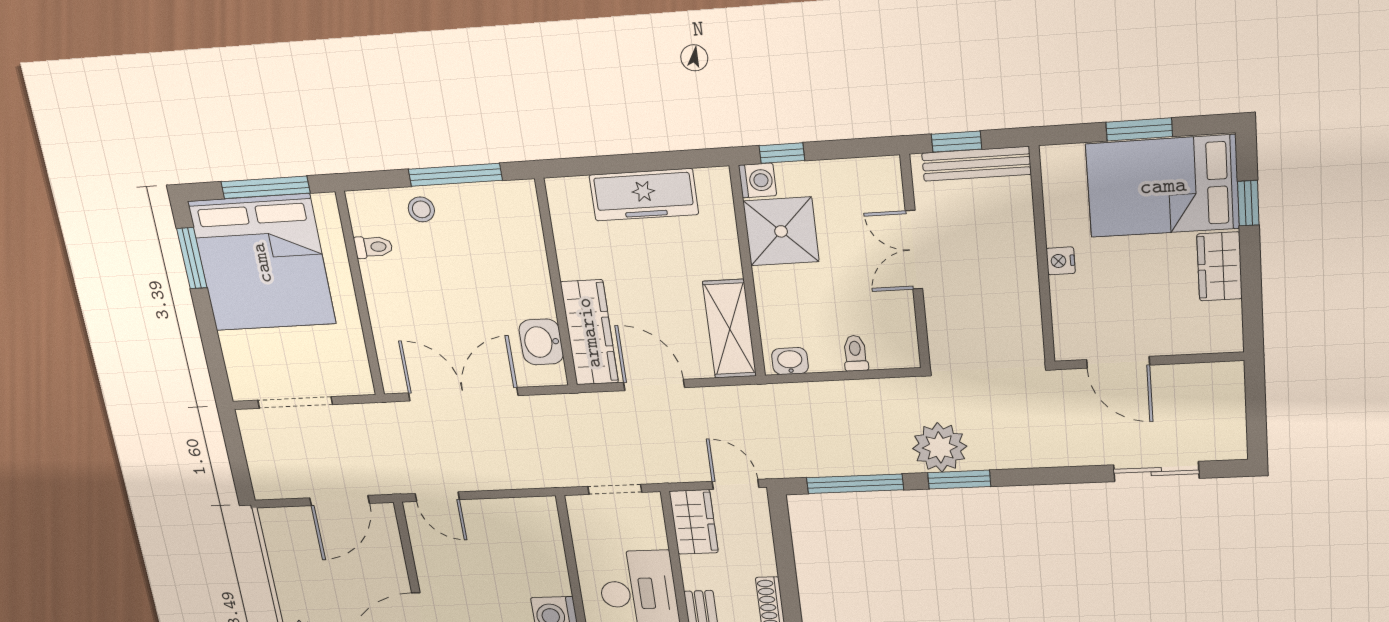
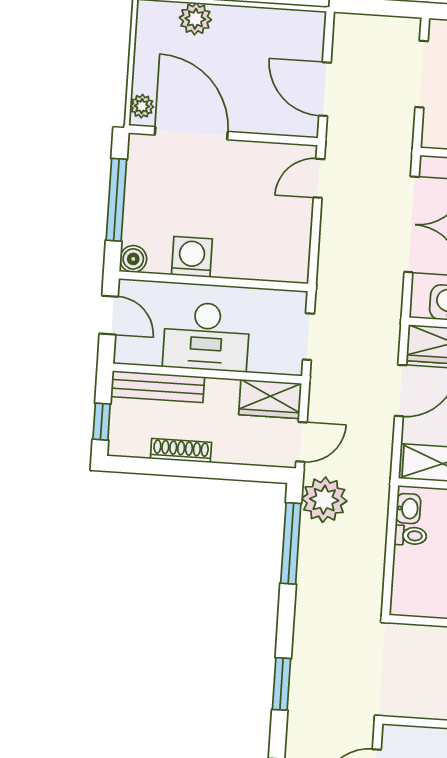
toilet: (855, 353) -> (410, 536), moved
plant: (940, 447) -> (324, 500), moved
window: (959, 480) -> (282, 684), moved

